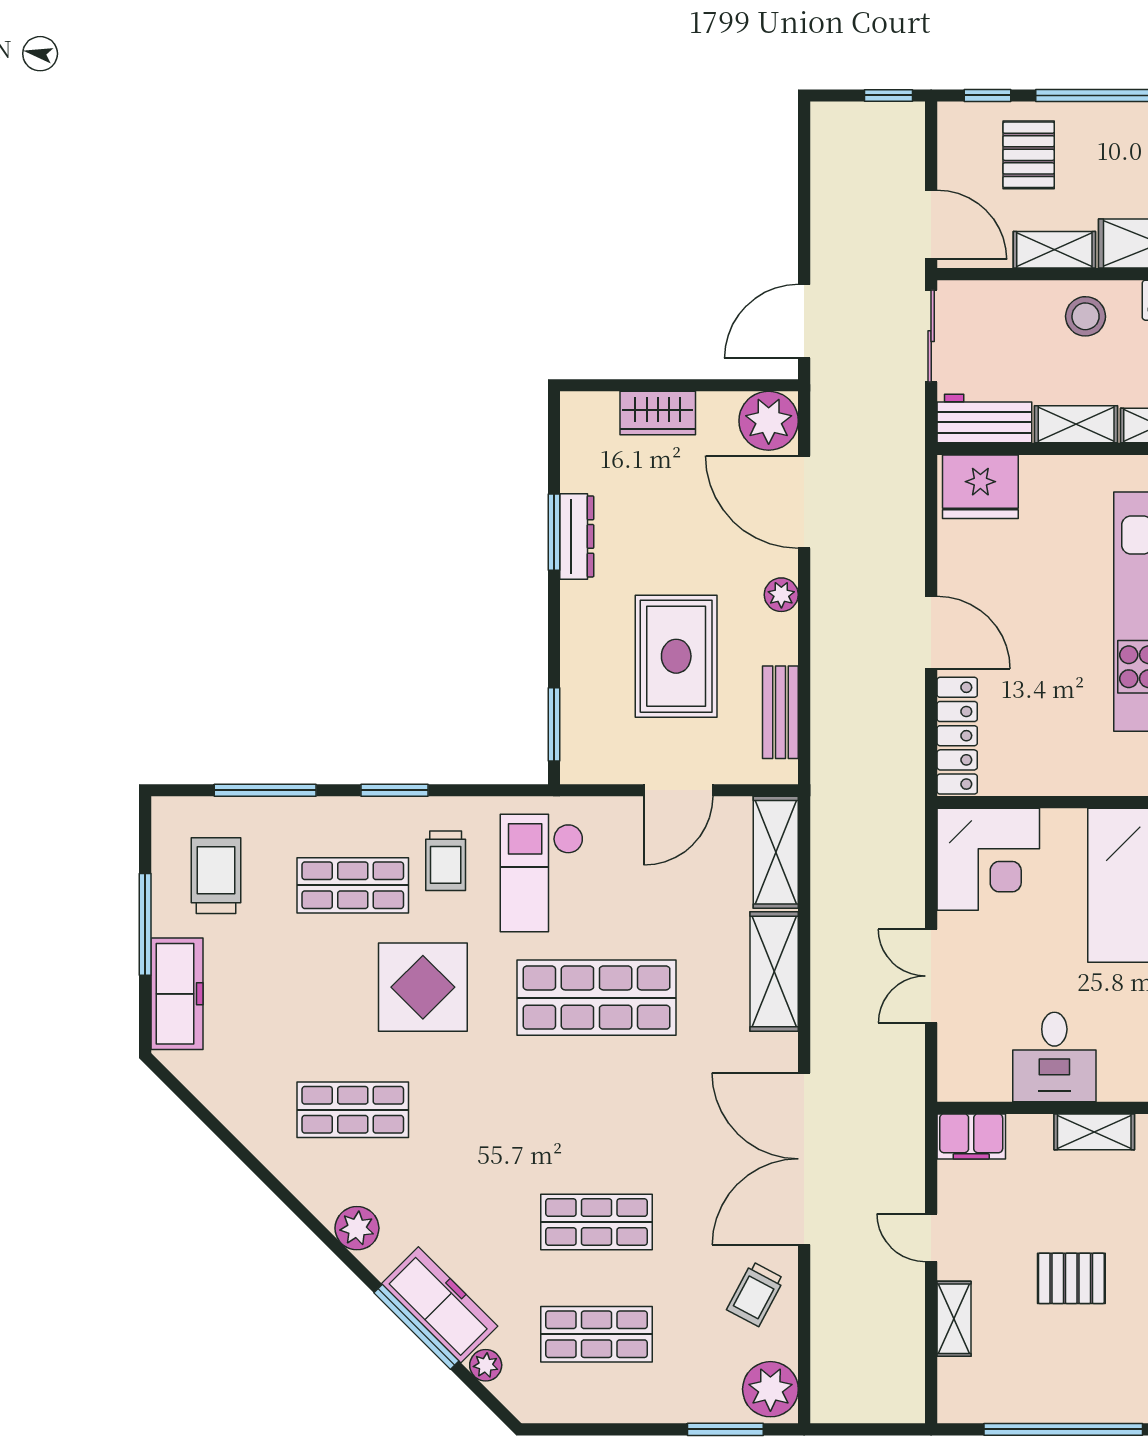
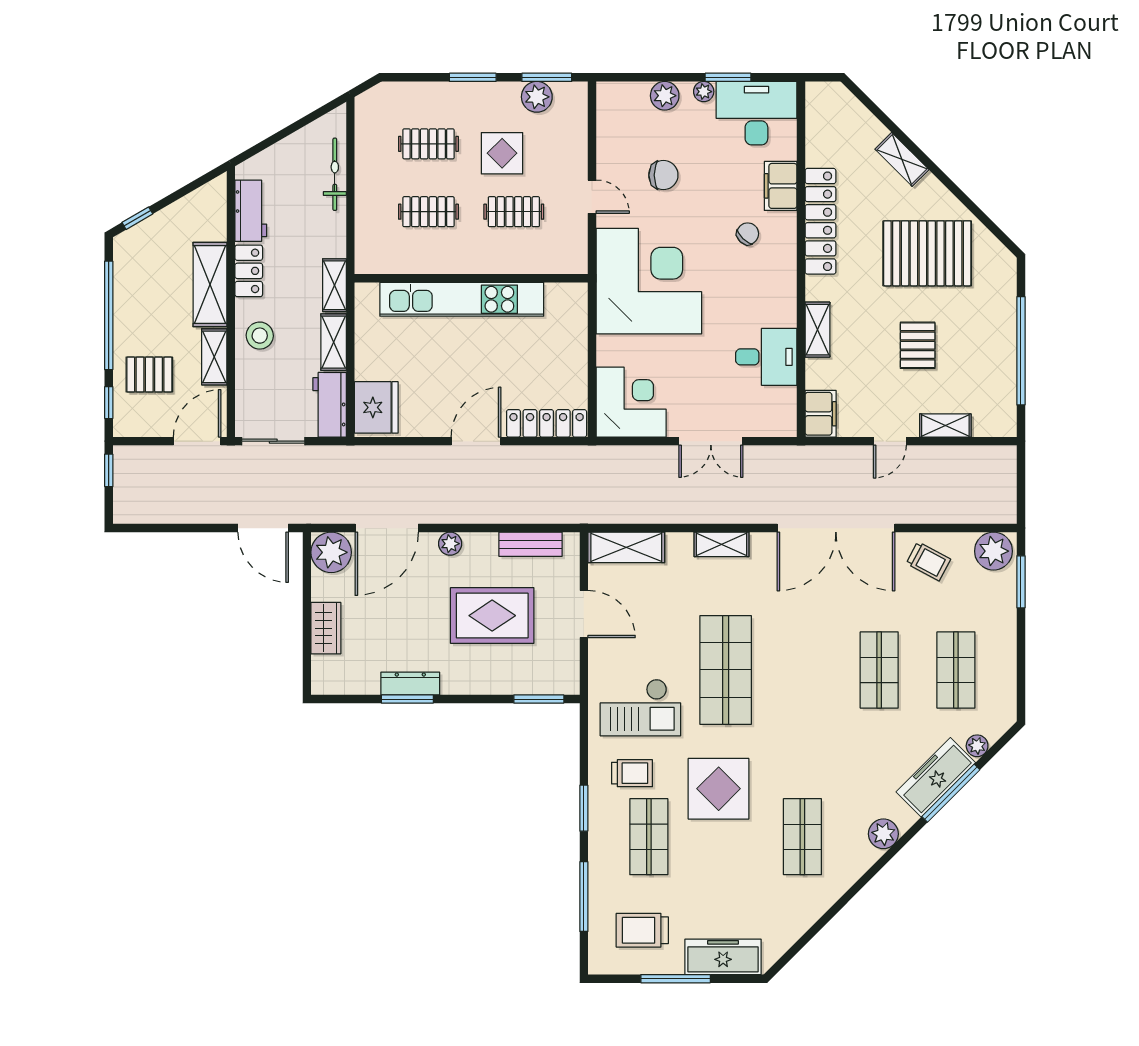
shelving: (774, 972) -> (722, 544), width x0.67, depth x0.75

